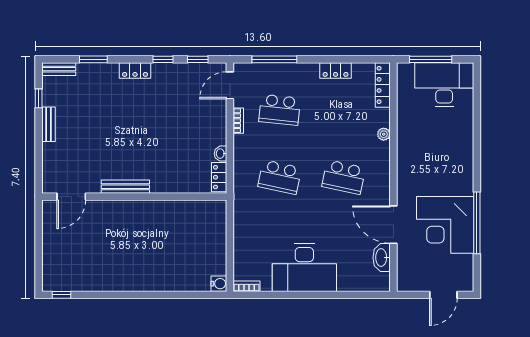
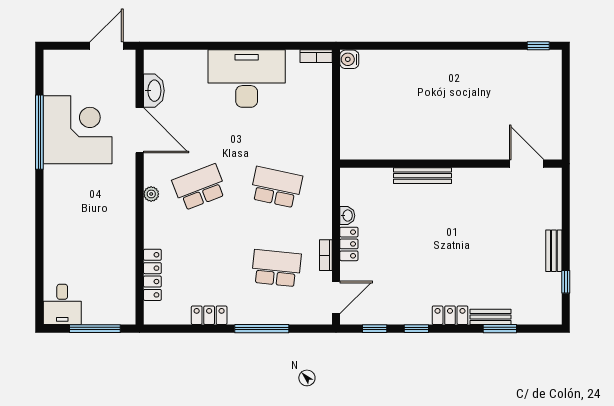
window: (274, 59) -> (262, 329), moved
bench: (59, 69) -> (491, 317), moved
locker: (383, 85) -> (152, 275), moved
desk: (444, 85) -> (62, 304), width x0.53, depth x0.77
plant: (384, 134) -> (151, 194), moved
locker: (219, 177) -> (349, 244), moved
school desk: (344, 177) -> (199, 187), turned -33
bench: (125, 187) -> (422, 176), moved
door: (71, 197) -> (527, 164), hinge flipped
door: (443, 295) -> (107, 46), moved

